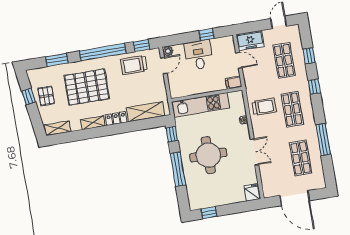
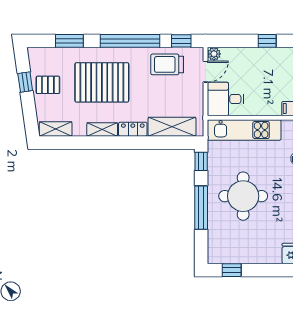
desk: (199, 55) -> (226, 99), moved, turned -90
pallet: (46, 96) -> (48, 85), turned 90

